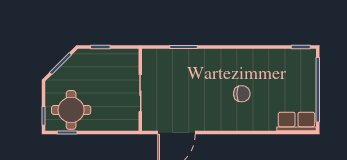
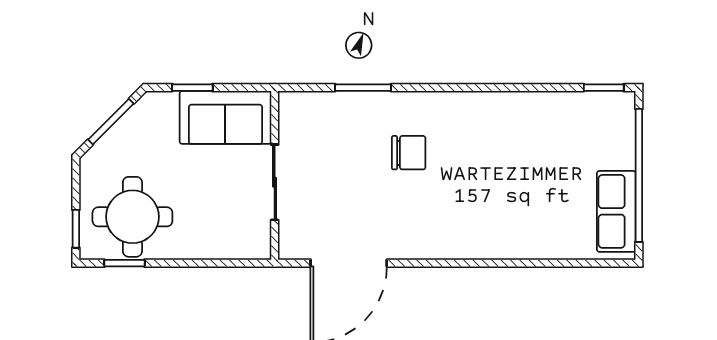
sofa: (116, 62) -> (225, 117), added
chair: (242, 94) -> (409, 153), moved
row of seats: (296, 121) -> (616, 211), moved, turned -90

